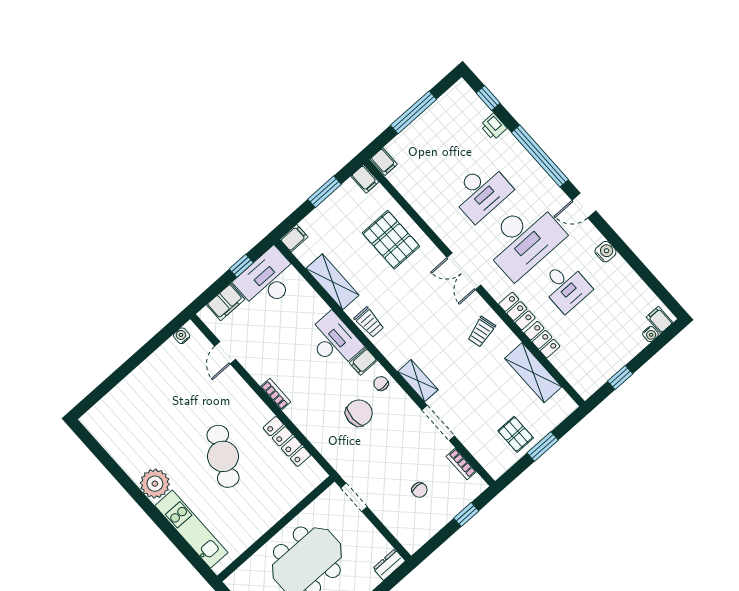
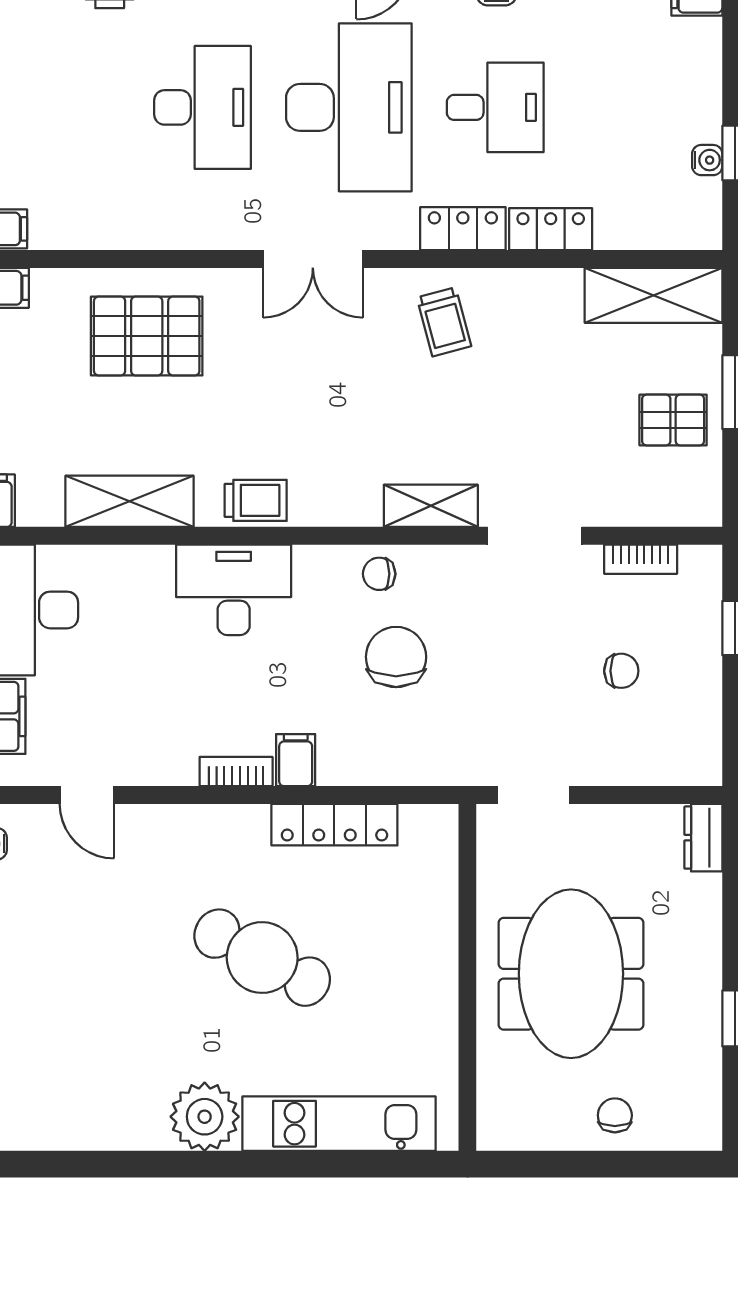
water cooler: (650, 334) -> (707, 160), moved
filing cabinet: (363, 362) -> (296, 760), moved, turned 180
shelving: (533, 373) -> (654, 295), moved

